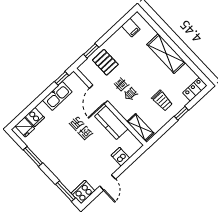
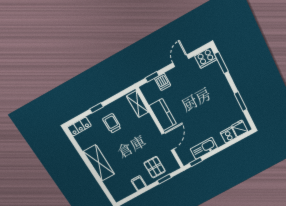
filing cabinet: (131, 28) -> (139, 183), moved
window: (132, 159) -> (152, 77), added

